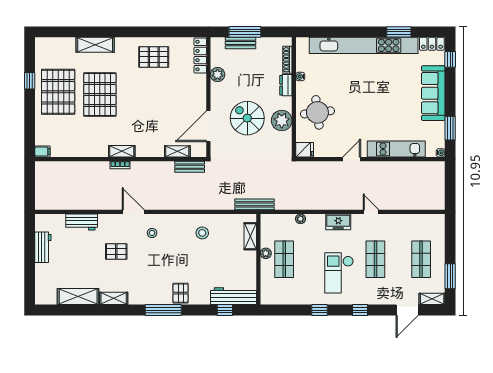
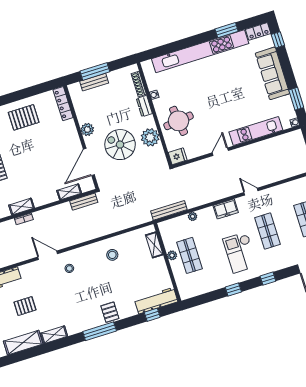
plant: (217, 75) -> (87, 129), moved
bench: (254, 204) -> (169, 210), moved
pallet: (116, 252) -> (25, 306), moved

